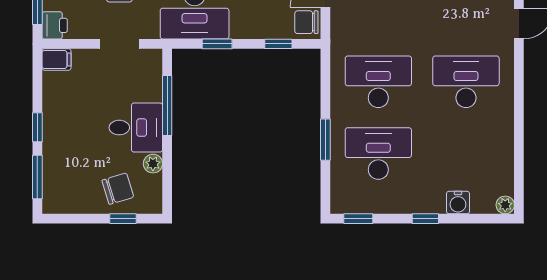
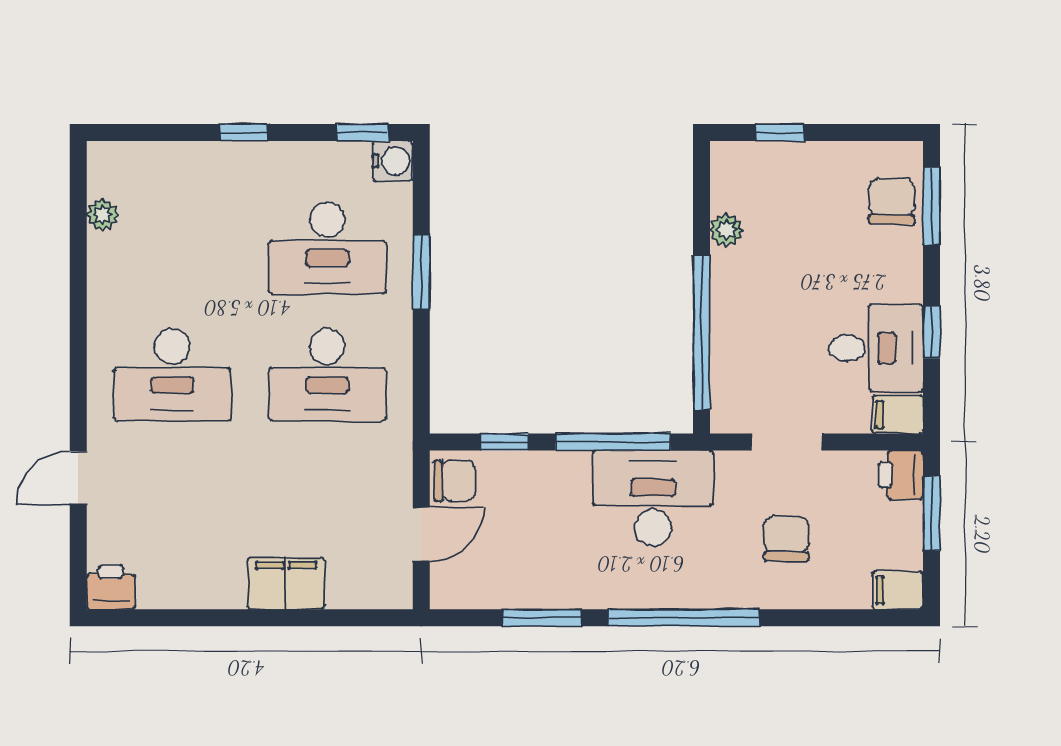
window: (217, 44) -> (613, 442), width x2.17
window: (167, 105) -> (701, 333), width x1.46
window: (37, 127) -> (932, 332), moved
desk: (136, 128) -> (876, 348), moved, turned 180
chair: (118, 189) -> (892, 201), moved, turned 107
water cooler: (458, 203) -> (393, 161), moved, turned 90
plant: (505, 205) -> (103, 215), moved

